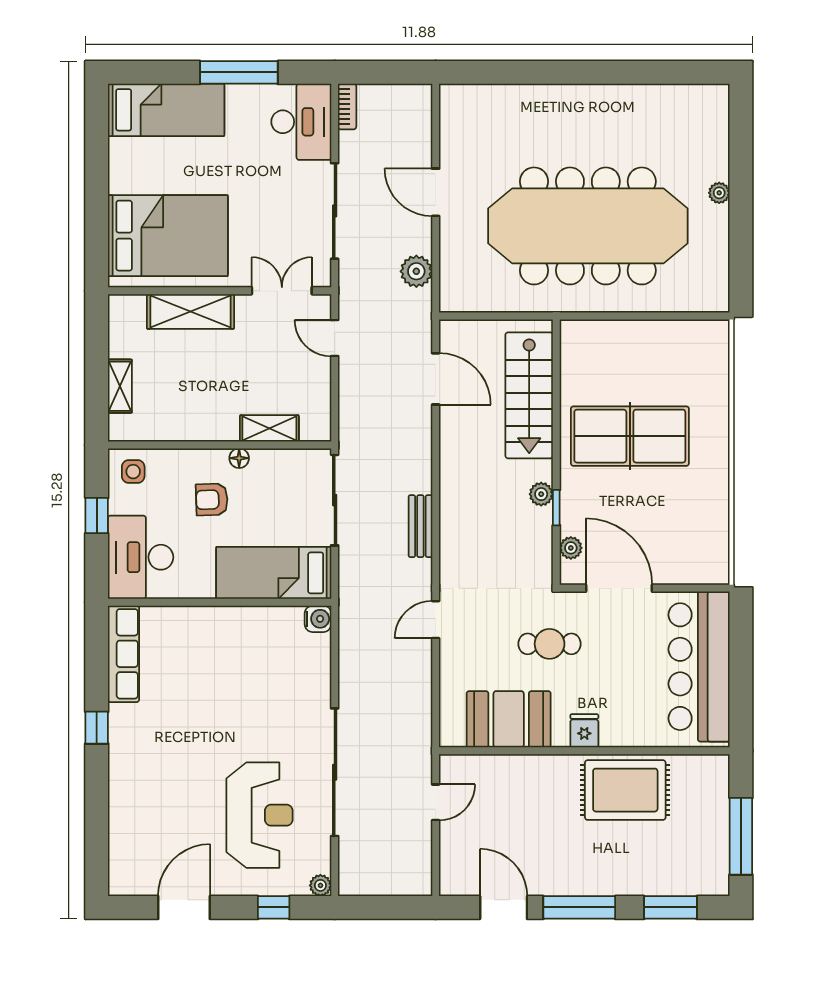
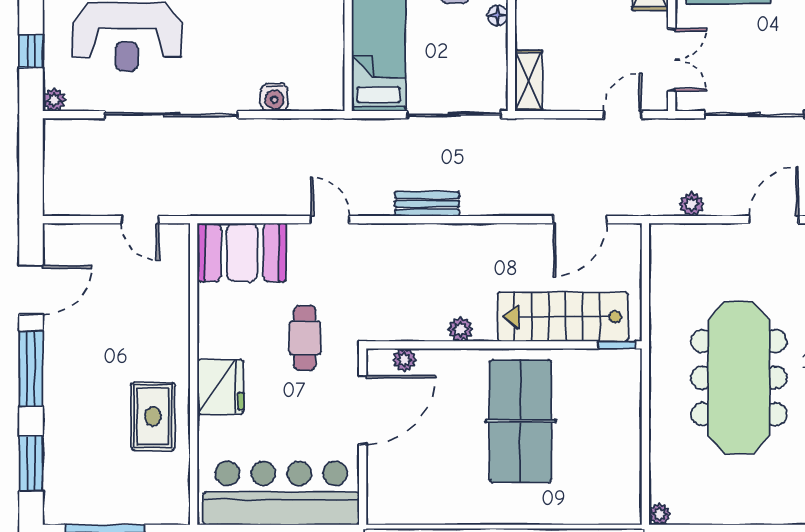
plant: (719, 193) -> (660, 514), moved
meeting table: (588, 226) -> (739, 378), width x0.73, depth x0.79
plant: (416, 271) -> (692, 204), width x0.73, depth x0.73
shelving: (269, 428) -> (529, 81), moved
window: (556, 508) -> (617, 345), moved
water cooler: (318, 619) -> (274, 97), moved
booth: (509, 719) -> (242, 252), moved, turned 90
fridge: (584, 731) -> (220, 387), width x1.88, depth x1.34
rug: (625, 790) -> (153, 416), width x0.73, depth x0.70

